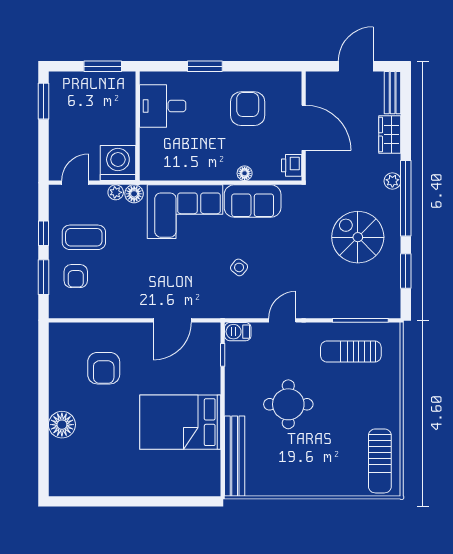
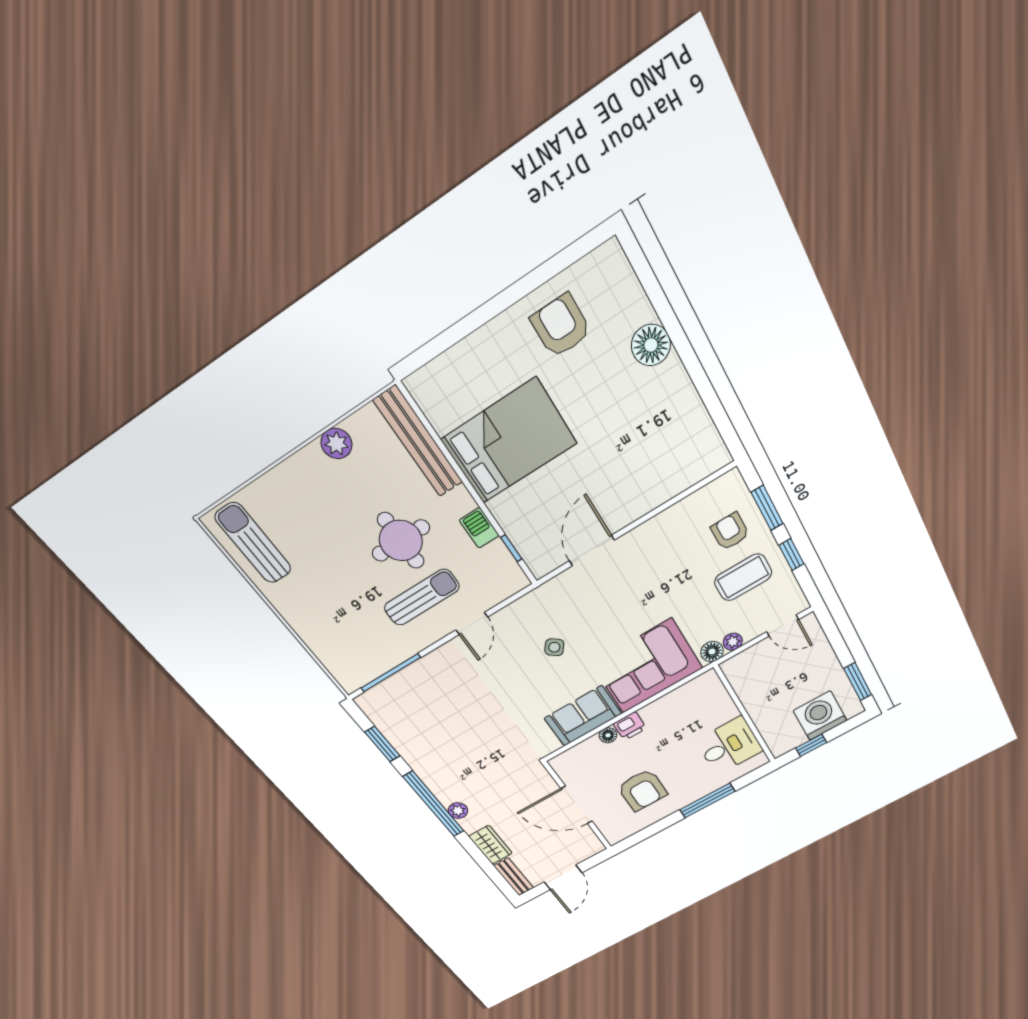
window: (103, 66) -> (811, 745), width x0.67
window: (205, 66) -> (707, 801), width x1.44
washing machine: (118, 163) -> (820, 716), moved, turned 180
printer: (292, 165) -> (630, 726), moved, turned 90
door: (75, 183) -> (783, 626), hinge flipped
spiral stairs: (358, 237) -> (453, 746), removed
barbecue: (238, 332) -> (479, 528), moved, turned -90
sun lounger: (351, 352) -> (422, 597), moved
armchair: (104, 368) -> (561, 326), moved
plant: (284, 486) -> (337, 443), added

